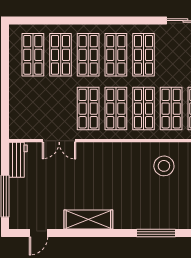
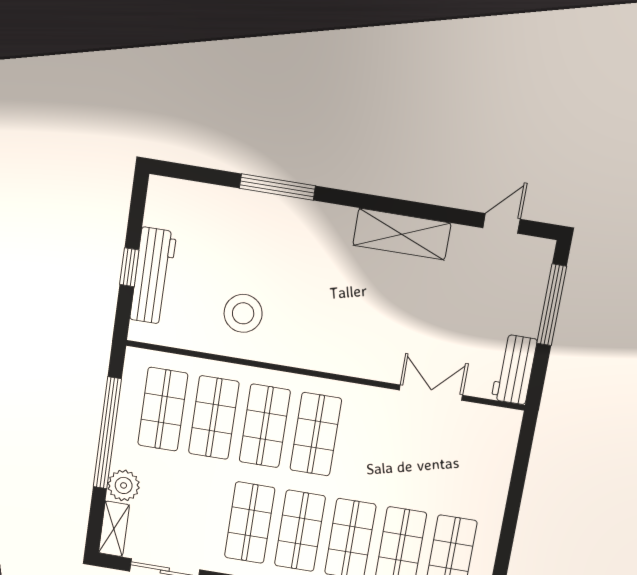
shop shelf: (88, 109) -> (367, 443), removed

